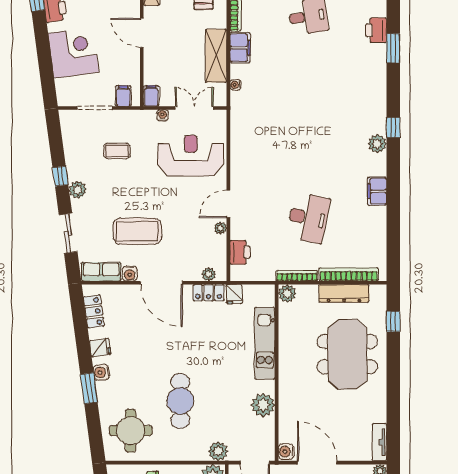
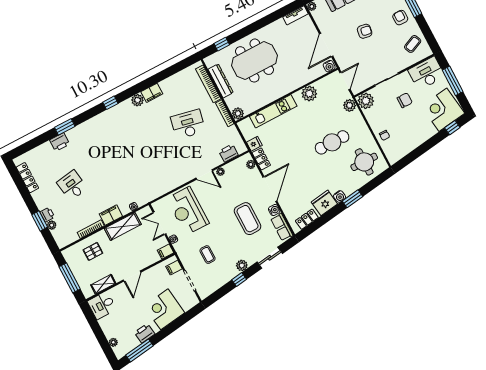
plant: (377, 144) -> (137, 100), moved
fridge: (100, 347) -> (324, 203), width x1.88, depth x1.34

